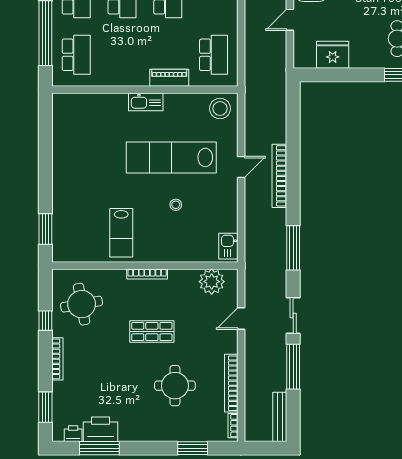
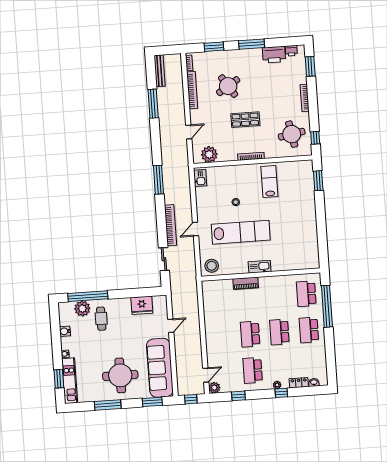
school desk: (214, 55) -> (218, 300), removed
sliding door: (293, 315) -> (164, 259), moved
window: (45, 321) -> (315, 138), moved
round table: (175, 386) -> (228, 86), turned -33
window: (99, 448) -> (252, 44), moved

